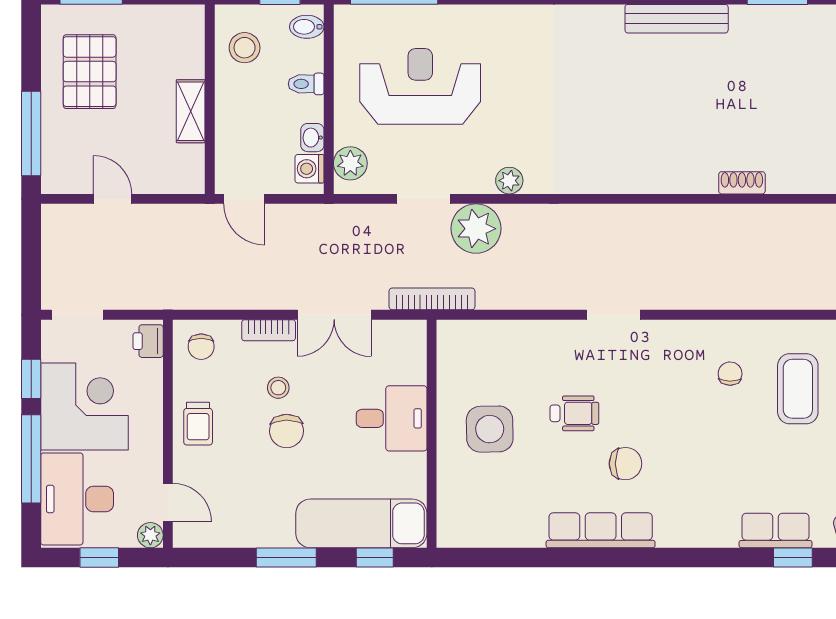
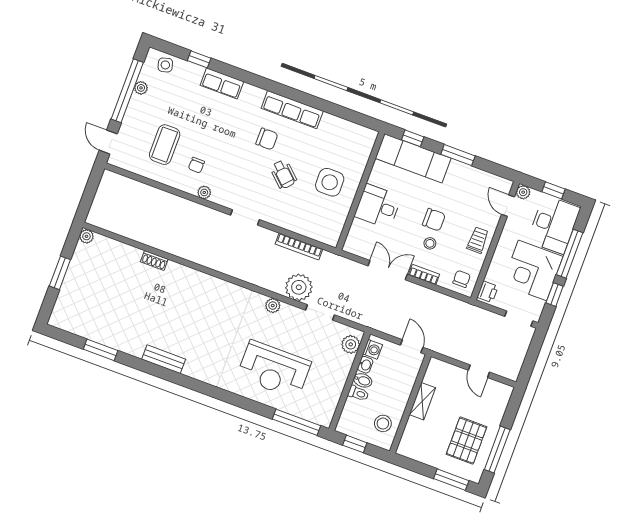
bench: (677, 19) -> (164, 359), width x0.73
bidet: (307, 27) -> (363, 380), moved
reception desk: (420, 86) -> (274, 370), moved
window: (31, 133) -> (497, 450), moved
bookcase: (432, 299) -> (299, 246), moved
plant: (699, 332) -> (204, 192), added
wheelchair: (574, 413) -> (283, 174), turned -137
chair: (287, 431) -> (434, 220), turned 91
chair: (625, 464) -> (267, 139), turned 180
row of seats: (775, 531) -> (222, 83), moved

